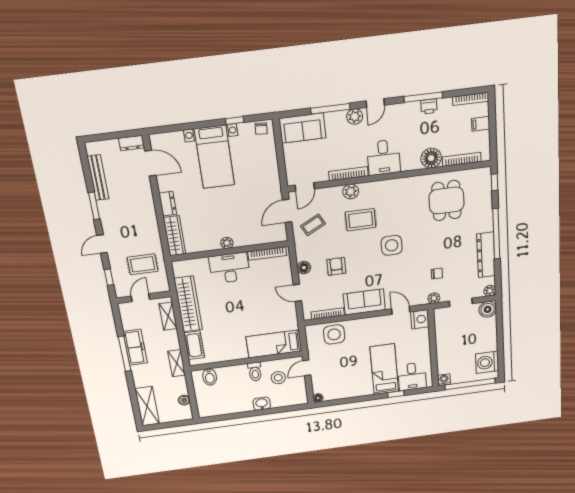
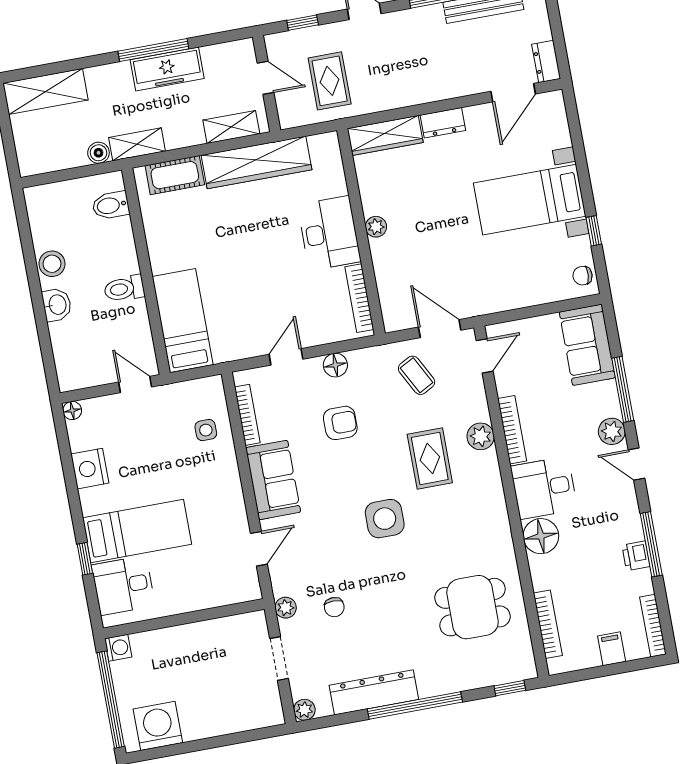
floor lamp: (431, 158) -> (541, 536), moved
door: (305, 187) -> (485, 356), swing flipped
boiler: (488, 309) -> (267, 711), removed
nightstand: (420, 319) -> (90, 469), moved, turned 90
side table: (334, 334) -> (206, 430), width x0.54, depth x0.54
stool: (278, 378) -> (52, 264), moved
boiler: (184, 400) -> (98, 153), moved

